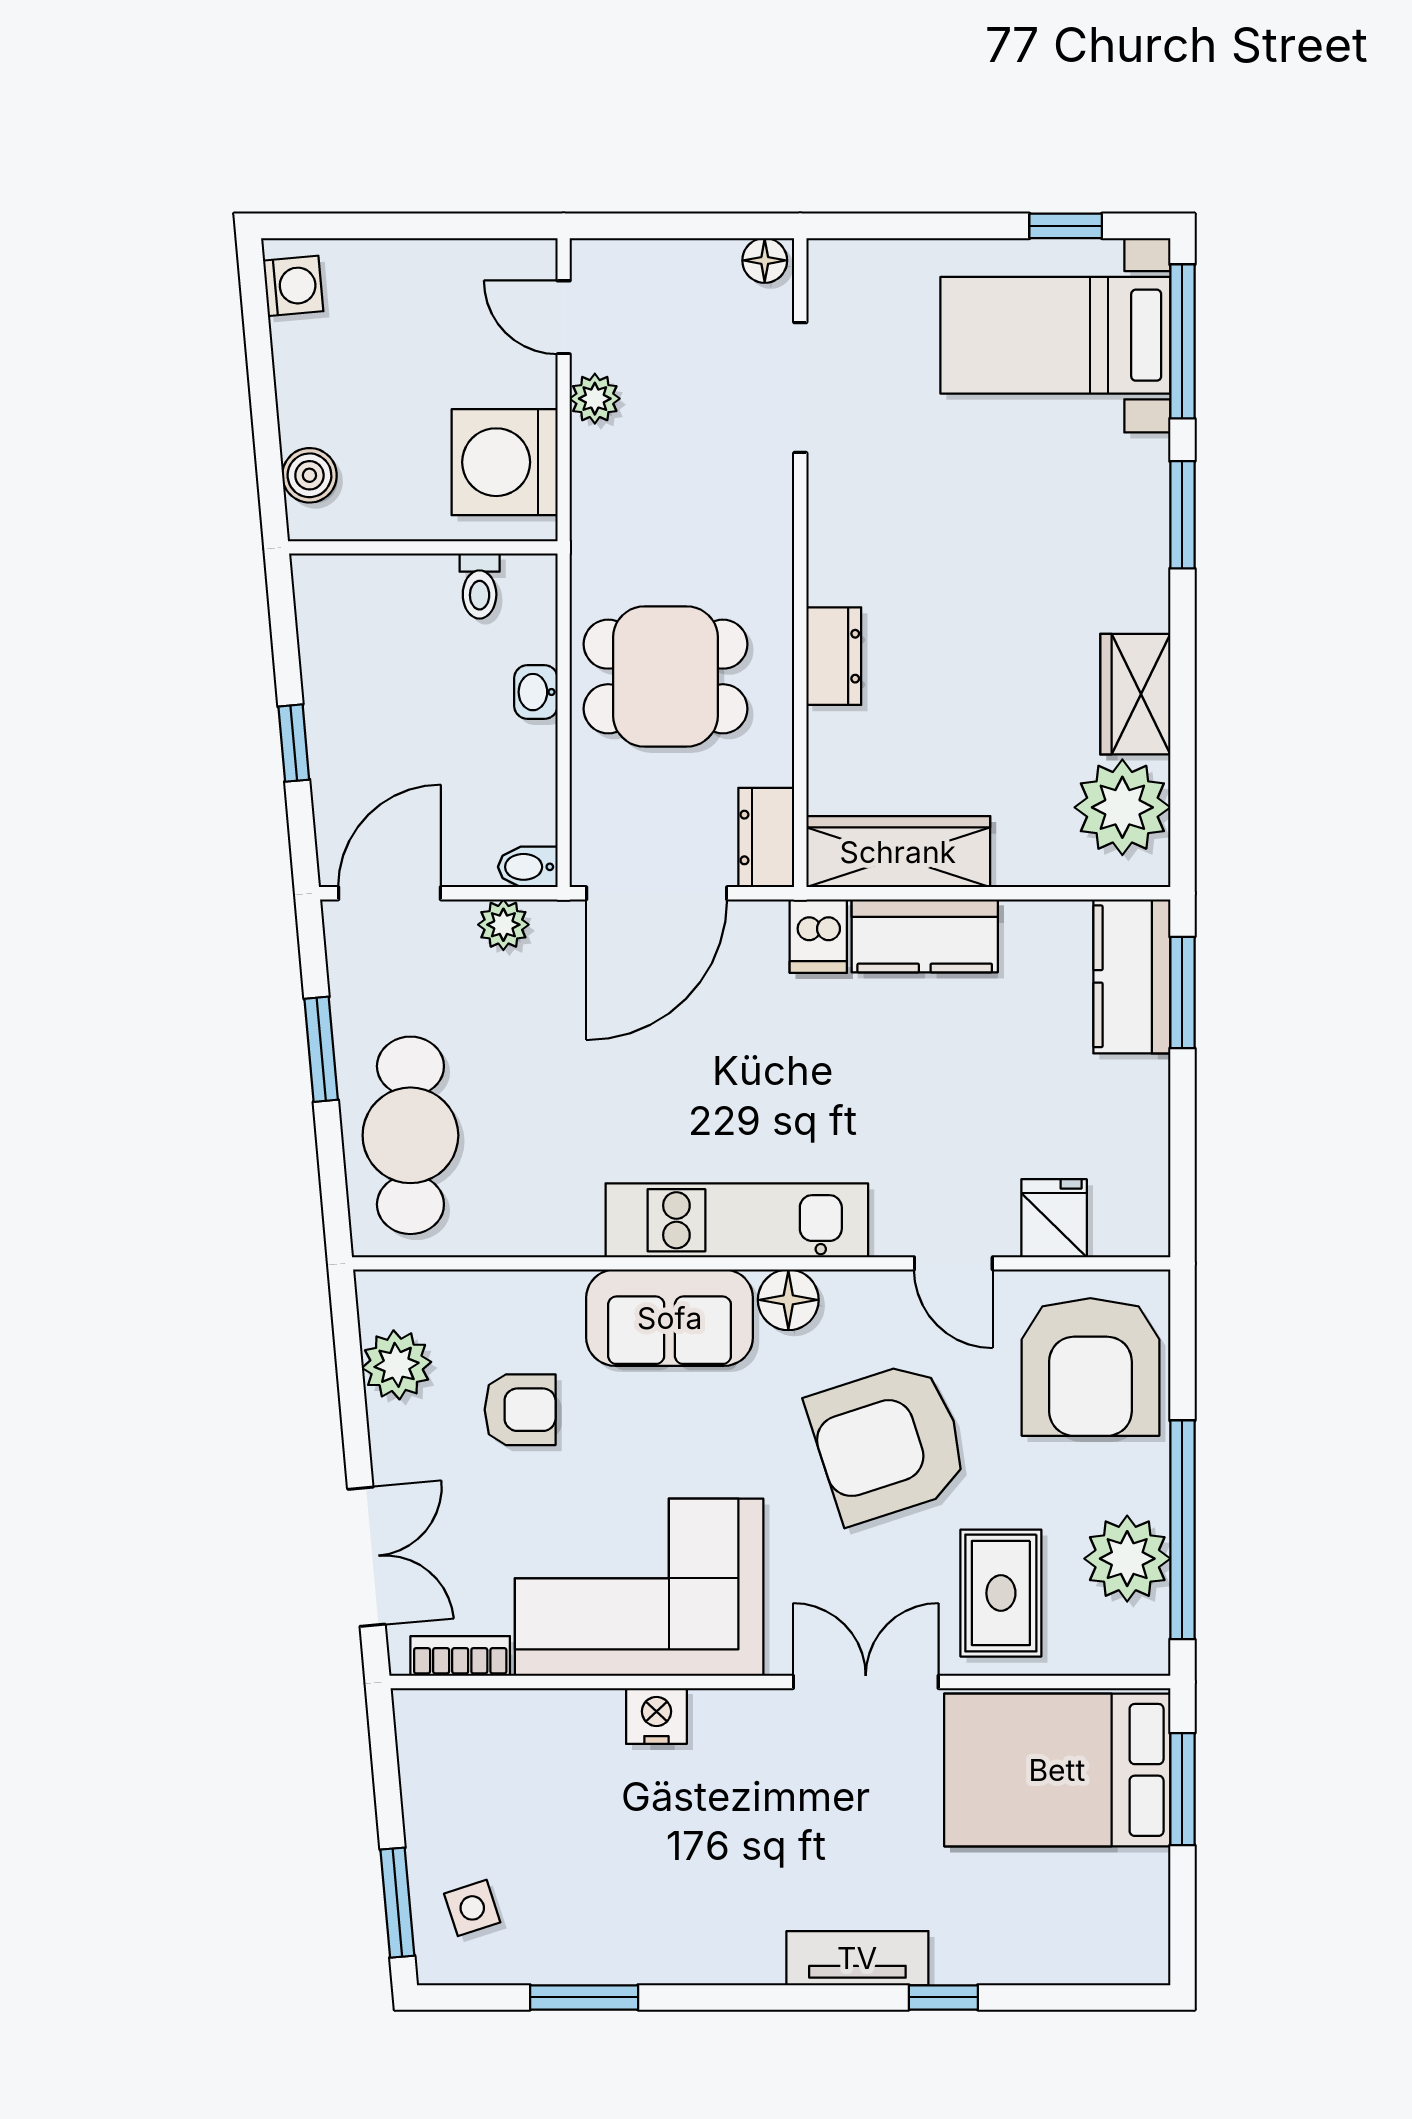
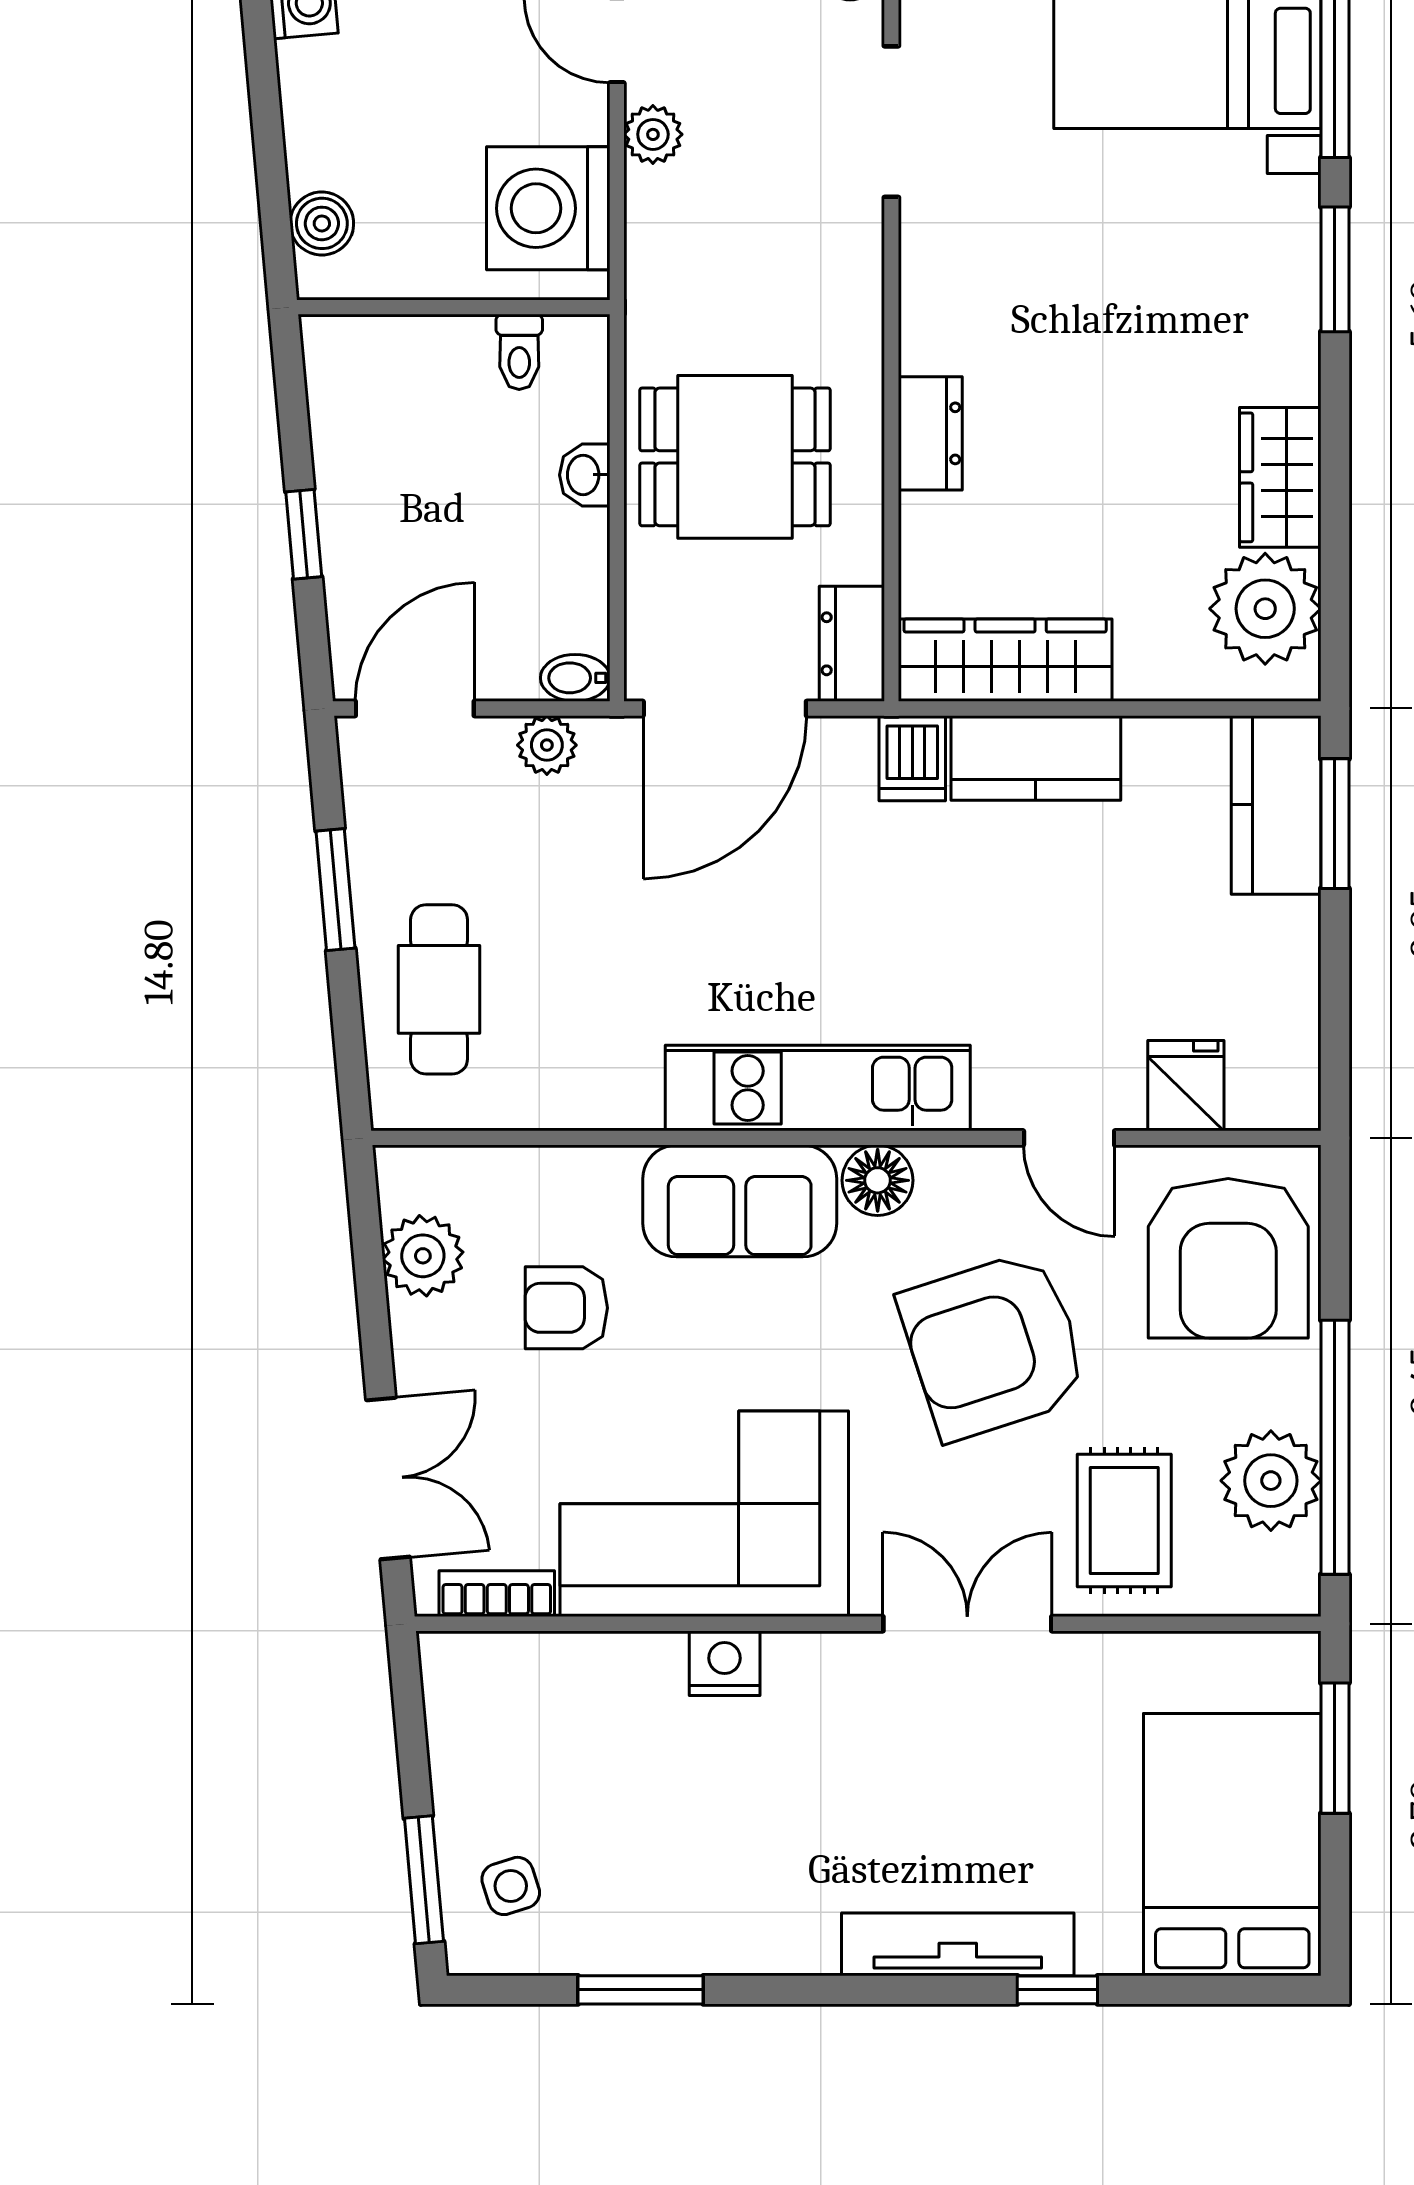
cafe table: (410, 1135) -> (439, 989), width x0.73, depth x0.74
armchair: (520, 1410) -> (566, 1308), turned 180
bed: (1057, 1770) -> (1232, 1845), moved, turned 90
tv unit: (857, 1958) -> (958, 1944), width x1.41

